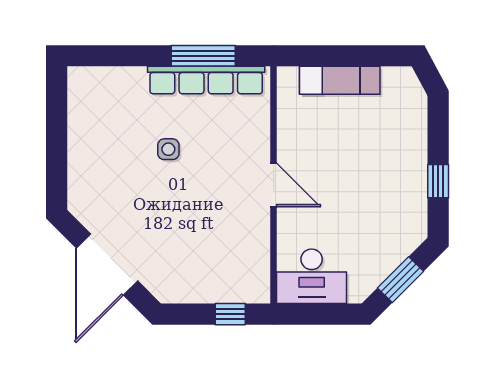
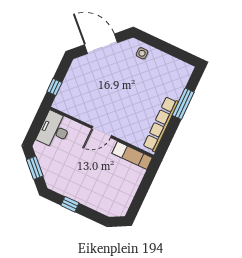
window: (203, 56) -> (183, 104), moved
exam couch: (340, 80) -> (132, 155), moved, turned -90
side table: (168, 149) -> (142, 53), moved

